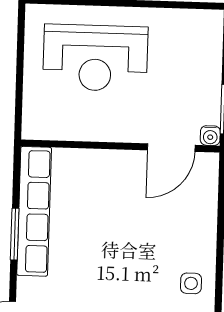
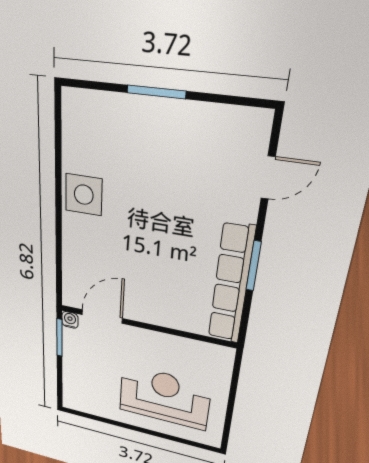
side table: (191, 283) -> (84, 195), width x1.87, depth x1.87

